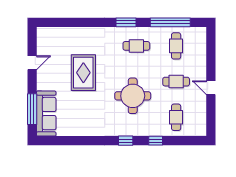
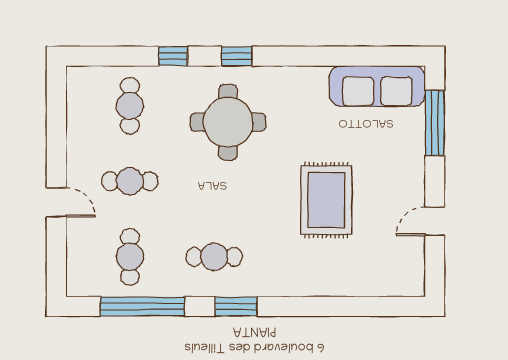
door: (211, 88) -> (56, 202), moved
round table: (133, 96) -> (228, 122), moved
sofa: (46, 114) -> (377, 86), moved, turned -90

